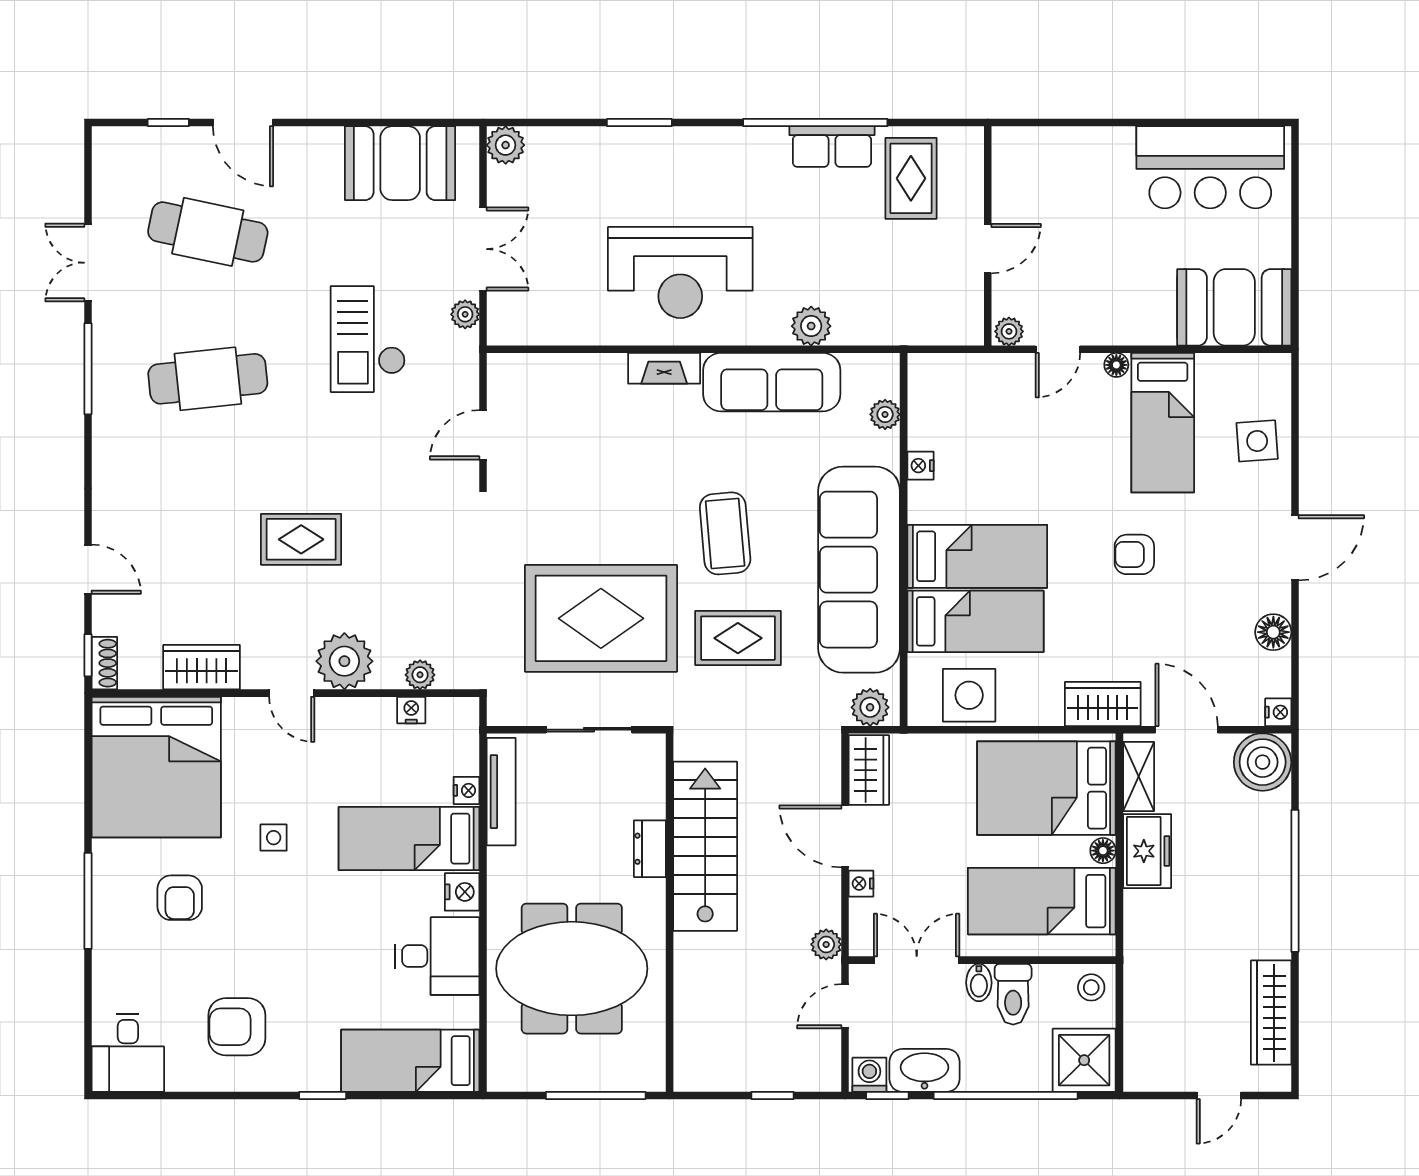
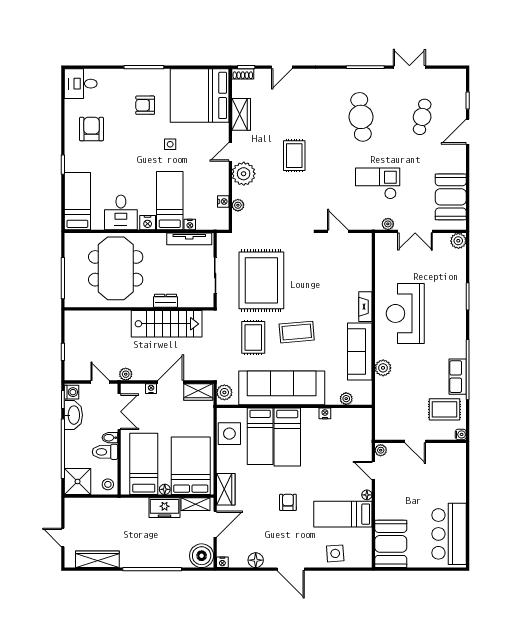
water cooler: (971, 139) -> (461, 434), added
cafe table: (208, 232) -> (422, 117), width x0.73, depth x0.74

